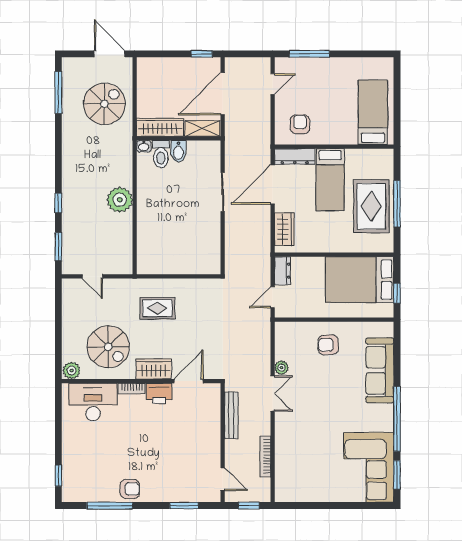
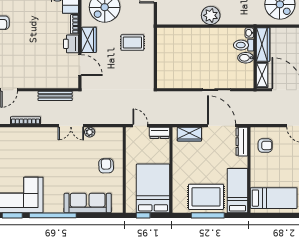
bed: (330, 180) -> (237, 191), moved, turned 90
rug: (157, 308) -> (132, 43), turned 90

